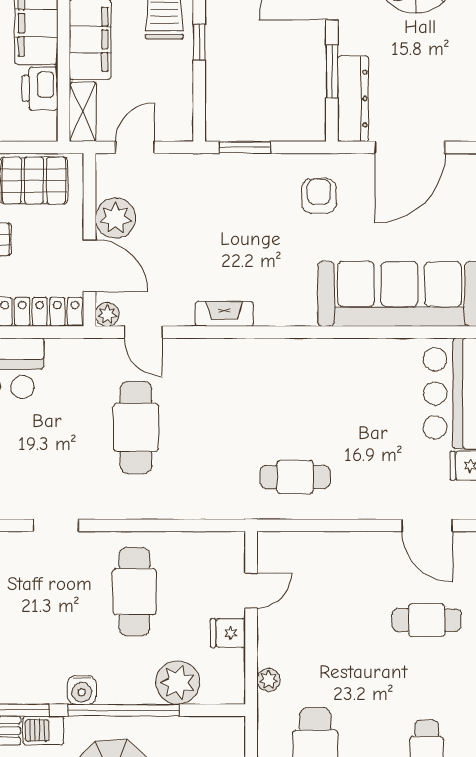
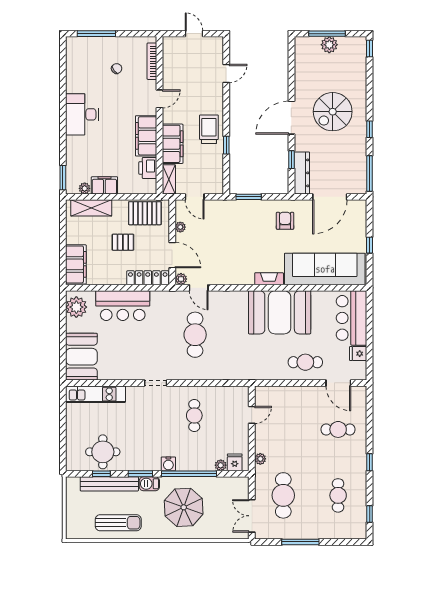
window: (332, 72) -> (291, 160), width x0.67
door: (135, 147) -> (195, 197), swing flipped
plant: (115, 218) -> (180, 227), width x0.53, depth x0.53
fireplace: (224, 314) -> (269, 279), moved
booth: (308, 382) -> (280, 312), added
cafe table: (295, 477) -> (305, 362), moved
cafe table: (134, 592) -> (194, 415), width x0.73, depth x0.74
fridge: (228, 633) -> (235, 462), moved, turned 90
plant: (178, 683) -> (221, 465), width x0.53, depth x0.53

